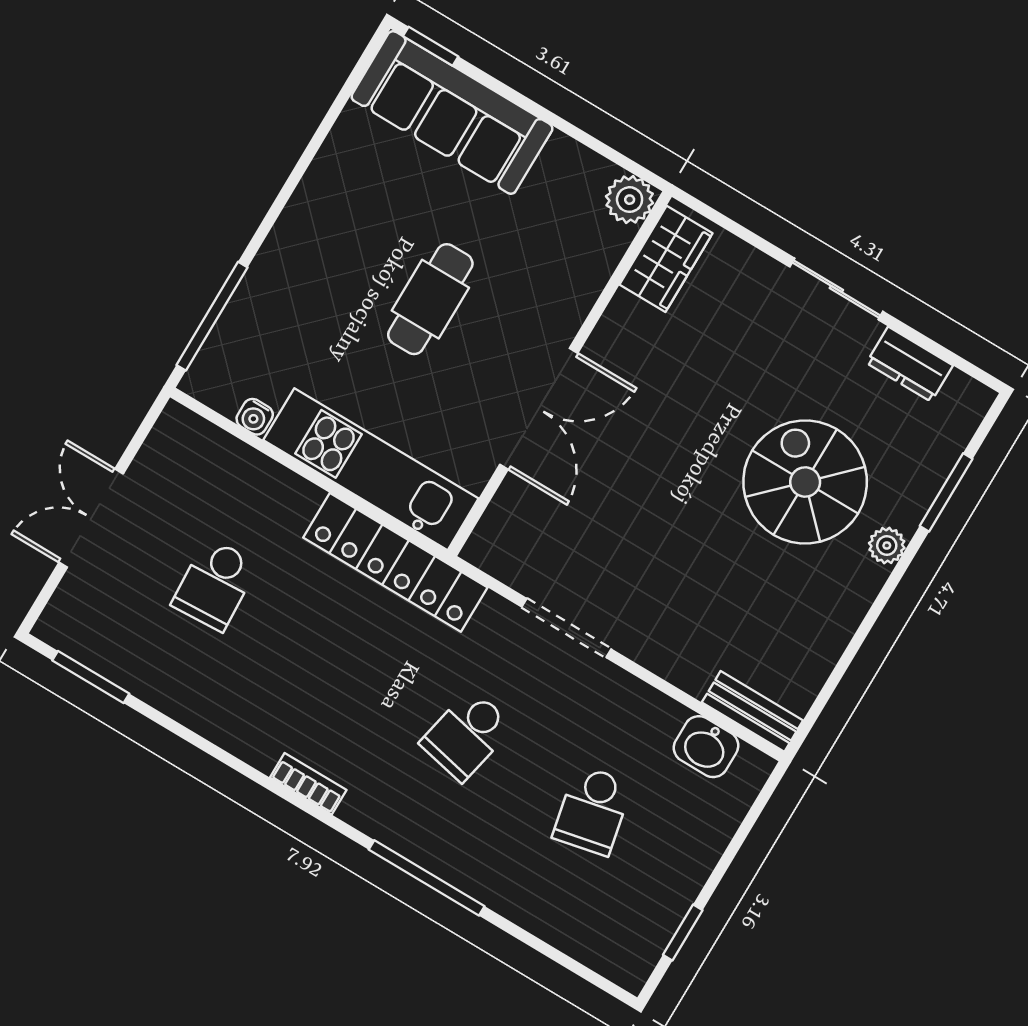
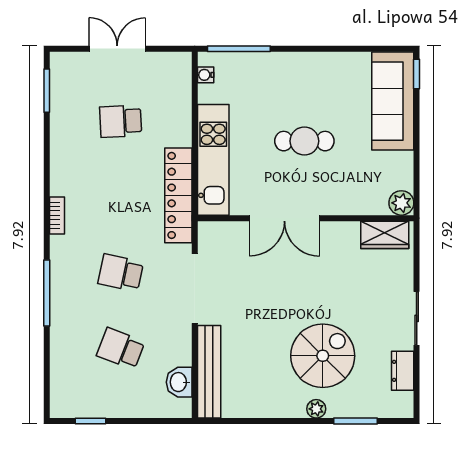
water cooler: (255, 417) -> (206, 75), moved
doorway: (566, 628) -> (195, 289), width x1.36
bench: (752, 711) -> (209, 372), width x1.86, depth x1.21
school desk: (592, 810) -> (121, 349), turned 33

